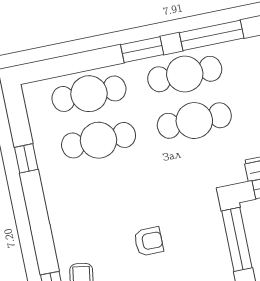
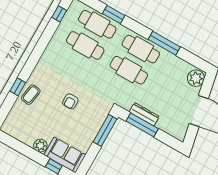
window: (142, 50) -> (114, 14), moved
window: (26, 158) -> (59, 14), moved
armchair: (149, 241) -> (70, 101), turned 90

